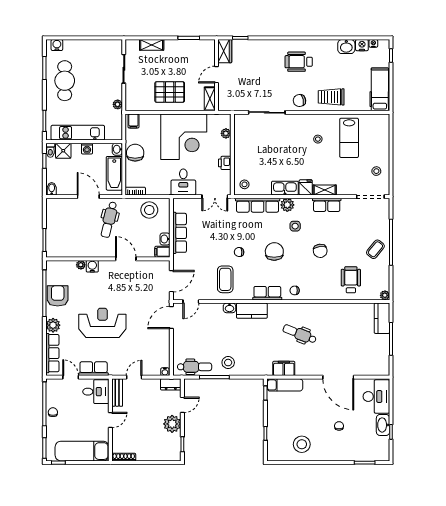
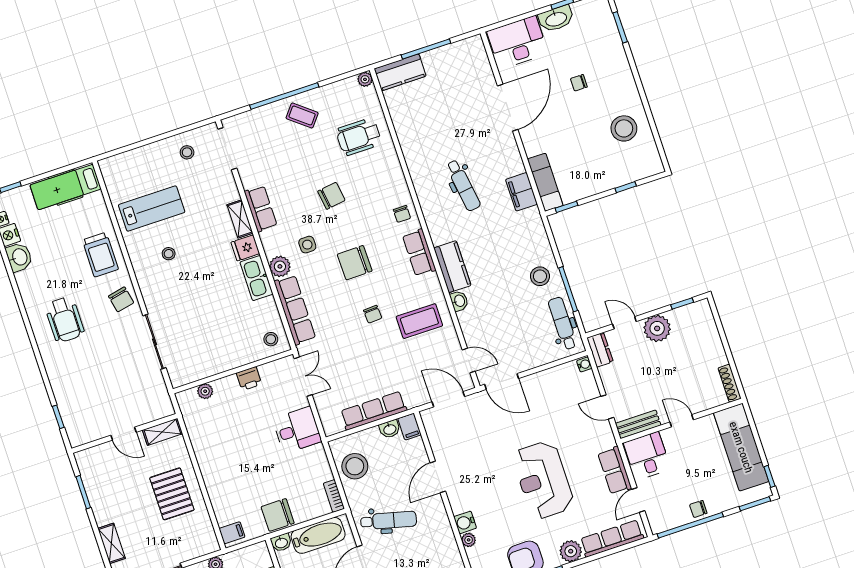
wardrobe: (225, 51) -> (85, 433), removed
corner desk: (184, 137) -> (231, 451), removed
dental chair: (300, 334) -> (463, 185), turned -30

